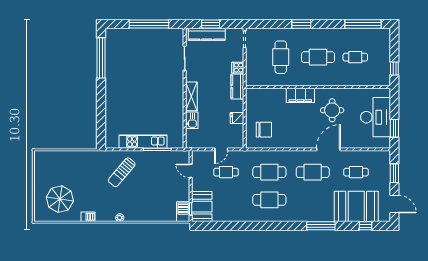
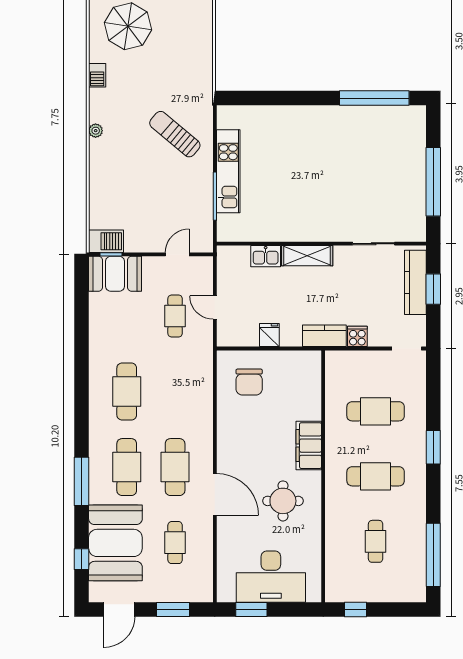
cafe table: (318, 57) -> (376, 476), turned 90
cafe table: (269, 172) -> (127, 467), moved

